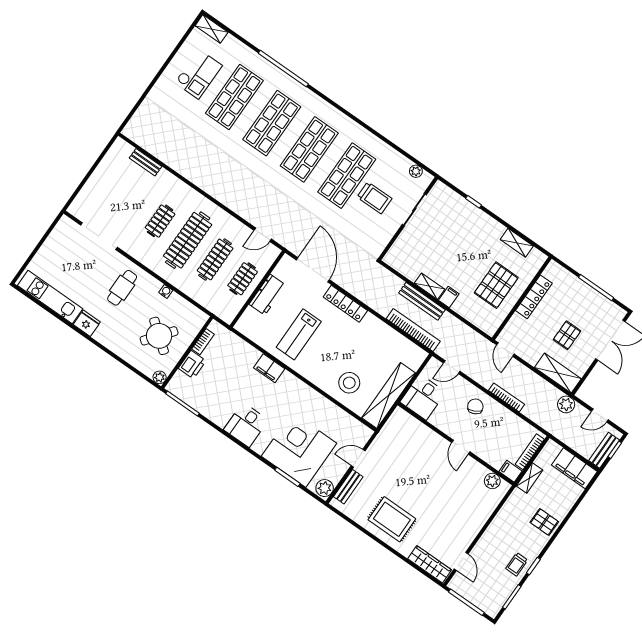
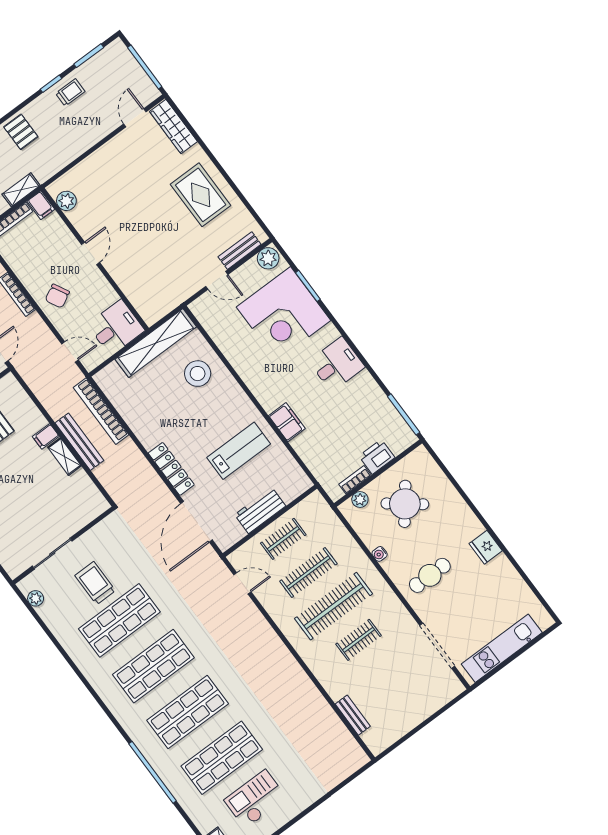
kitchen unit: (50, 297) -> (502, 648), moved, turned 90
plant: (160, 377) -> (360, 500), moved

